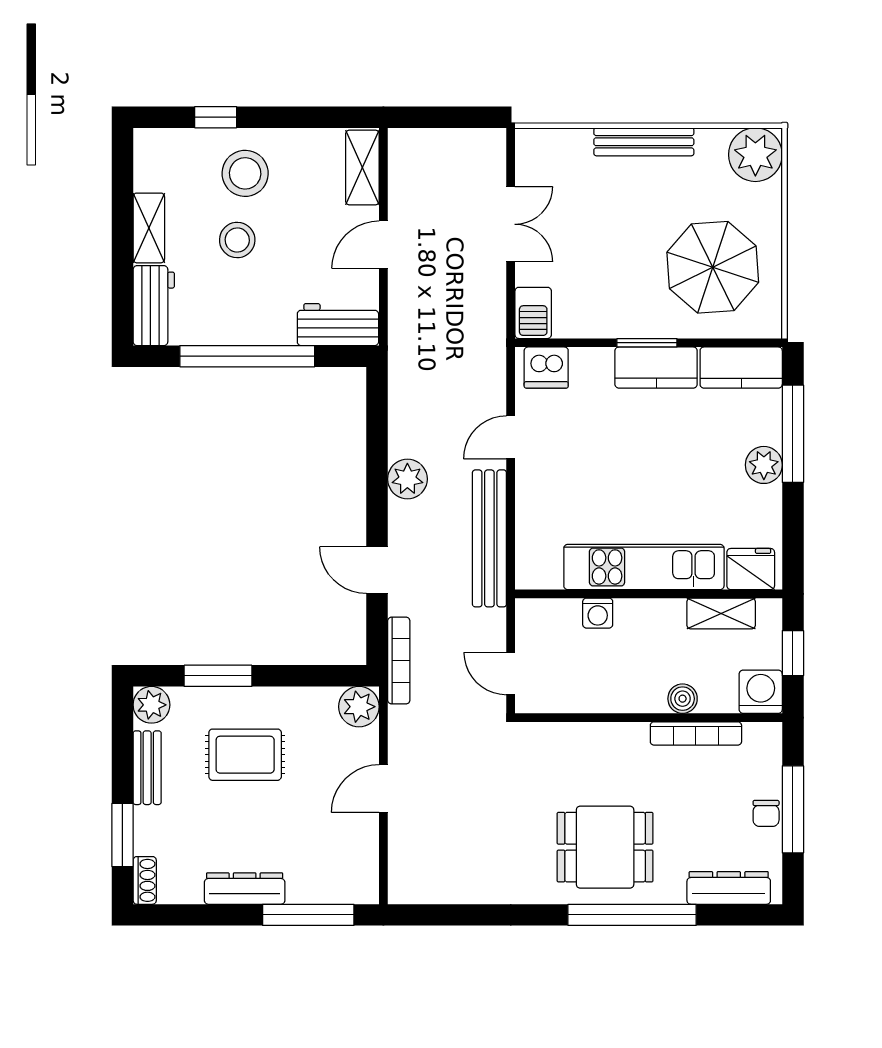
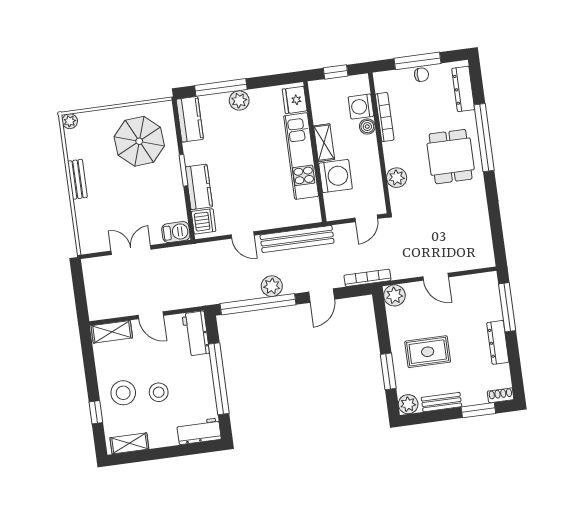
bench: (644, 142) -> (77, 179), width x0.73
plant: (755, 155) -> (70, 121), width x0.53, depth x0.53
shelving: (149, 228) -> (129, 443), moved
kitchen counter: (656, 368) -> (199, 187), moved
window: (377, 449) -> (258, 304), added
washing machine: (598, 613) -> (336, 176), width x1.89, depth x1.89
shelving: (721, 613) -> (324, 143), moved
washing machine: (761, 692) -> (361, 107), moved
plant: (579, 741) -> (397, 178), added
rug: (245, 755) -> (428, 352), turned 90

